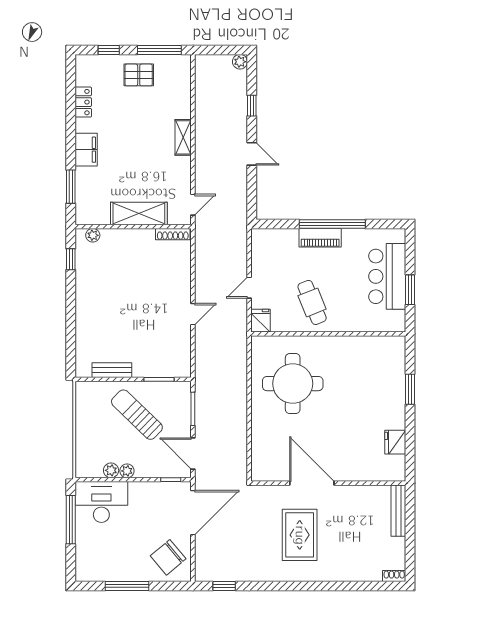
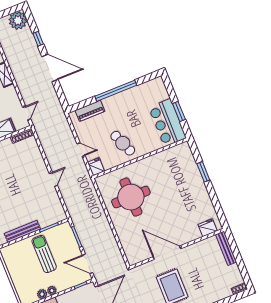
plant: (240, 62) -> (18, 21), width x1.87, depth x1.87
door: (252, 154) -> (50, 68), width x1.88
piano: (320, 238) -> (90, 111), moved
bar counter: (387, 276) -> (167, 123), moved
door: (249, 288) -> (81, 150), swing flipped
bench: (112, 370) -> (22, 231), width x1.36
sun lounger: (137, 415) -> (44, 254), turned 46
fridge: (395, 442) -> (208, 228), moved, turned 90

